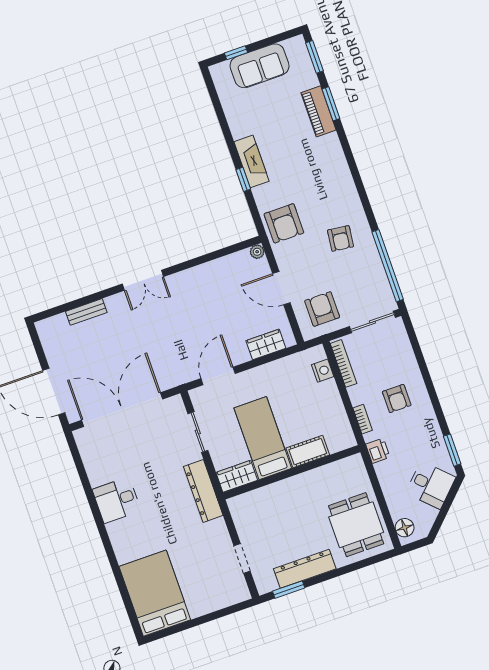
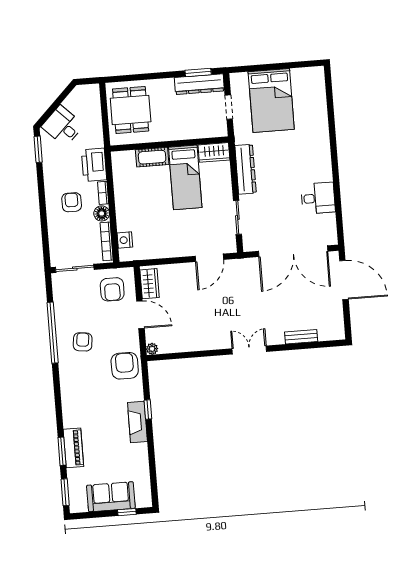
window: (388, 266) -> (53, 333), moved
wardrobe: (266, 344) -> (150, 284), moved, turned -90
bed: (263, 438) -> (185, 177), moved
printer: (378, 451) -> (94, 165), width x1.87, depth x1.48
cot: (308, 452) -> (152, 157), moved
wall: (292, 472) -> (169, 144), moved
wardrobe: (237, 476) -> (214, 152), moved
desk: (117, 500) -> (318, 198), moved
floor lamp: (405, 528) -> (102, 213), moved
dresser: (305, 569) -> (199, 84), moved
bed: (155, 593) -> (271, 101), moved

